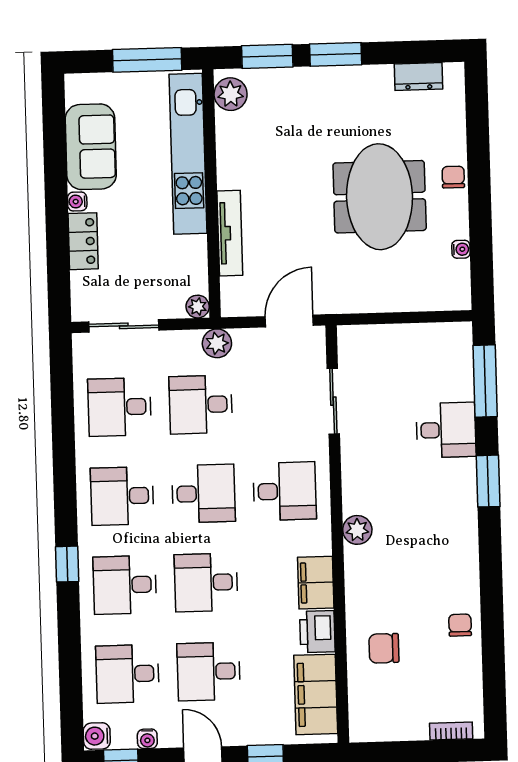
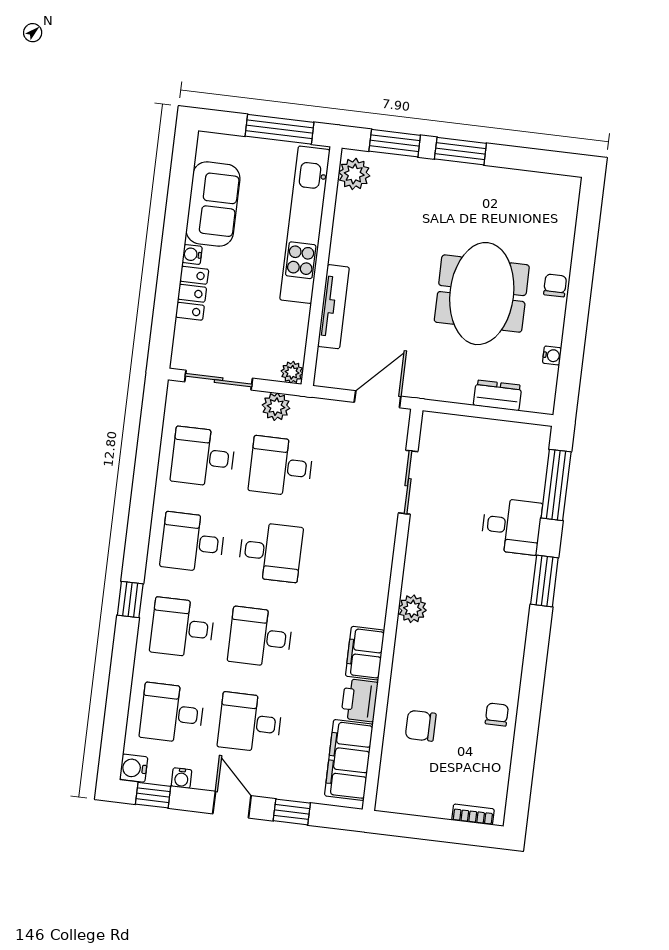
dresser: (419, 76) -> (498, 395), moved, turned 180
plant: (217, 343) -> (276, 407), moved
desk: (285, 491) -> (348, 561), removed

